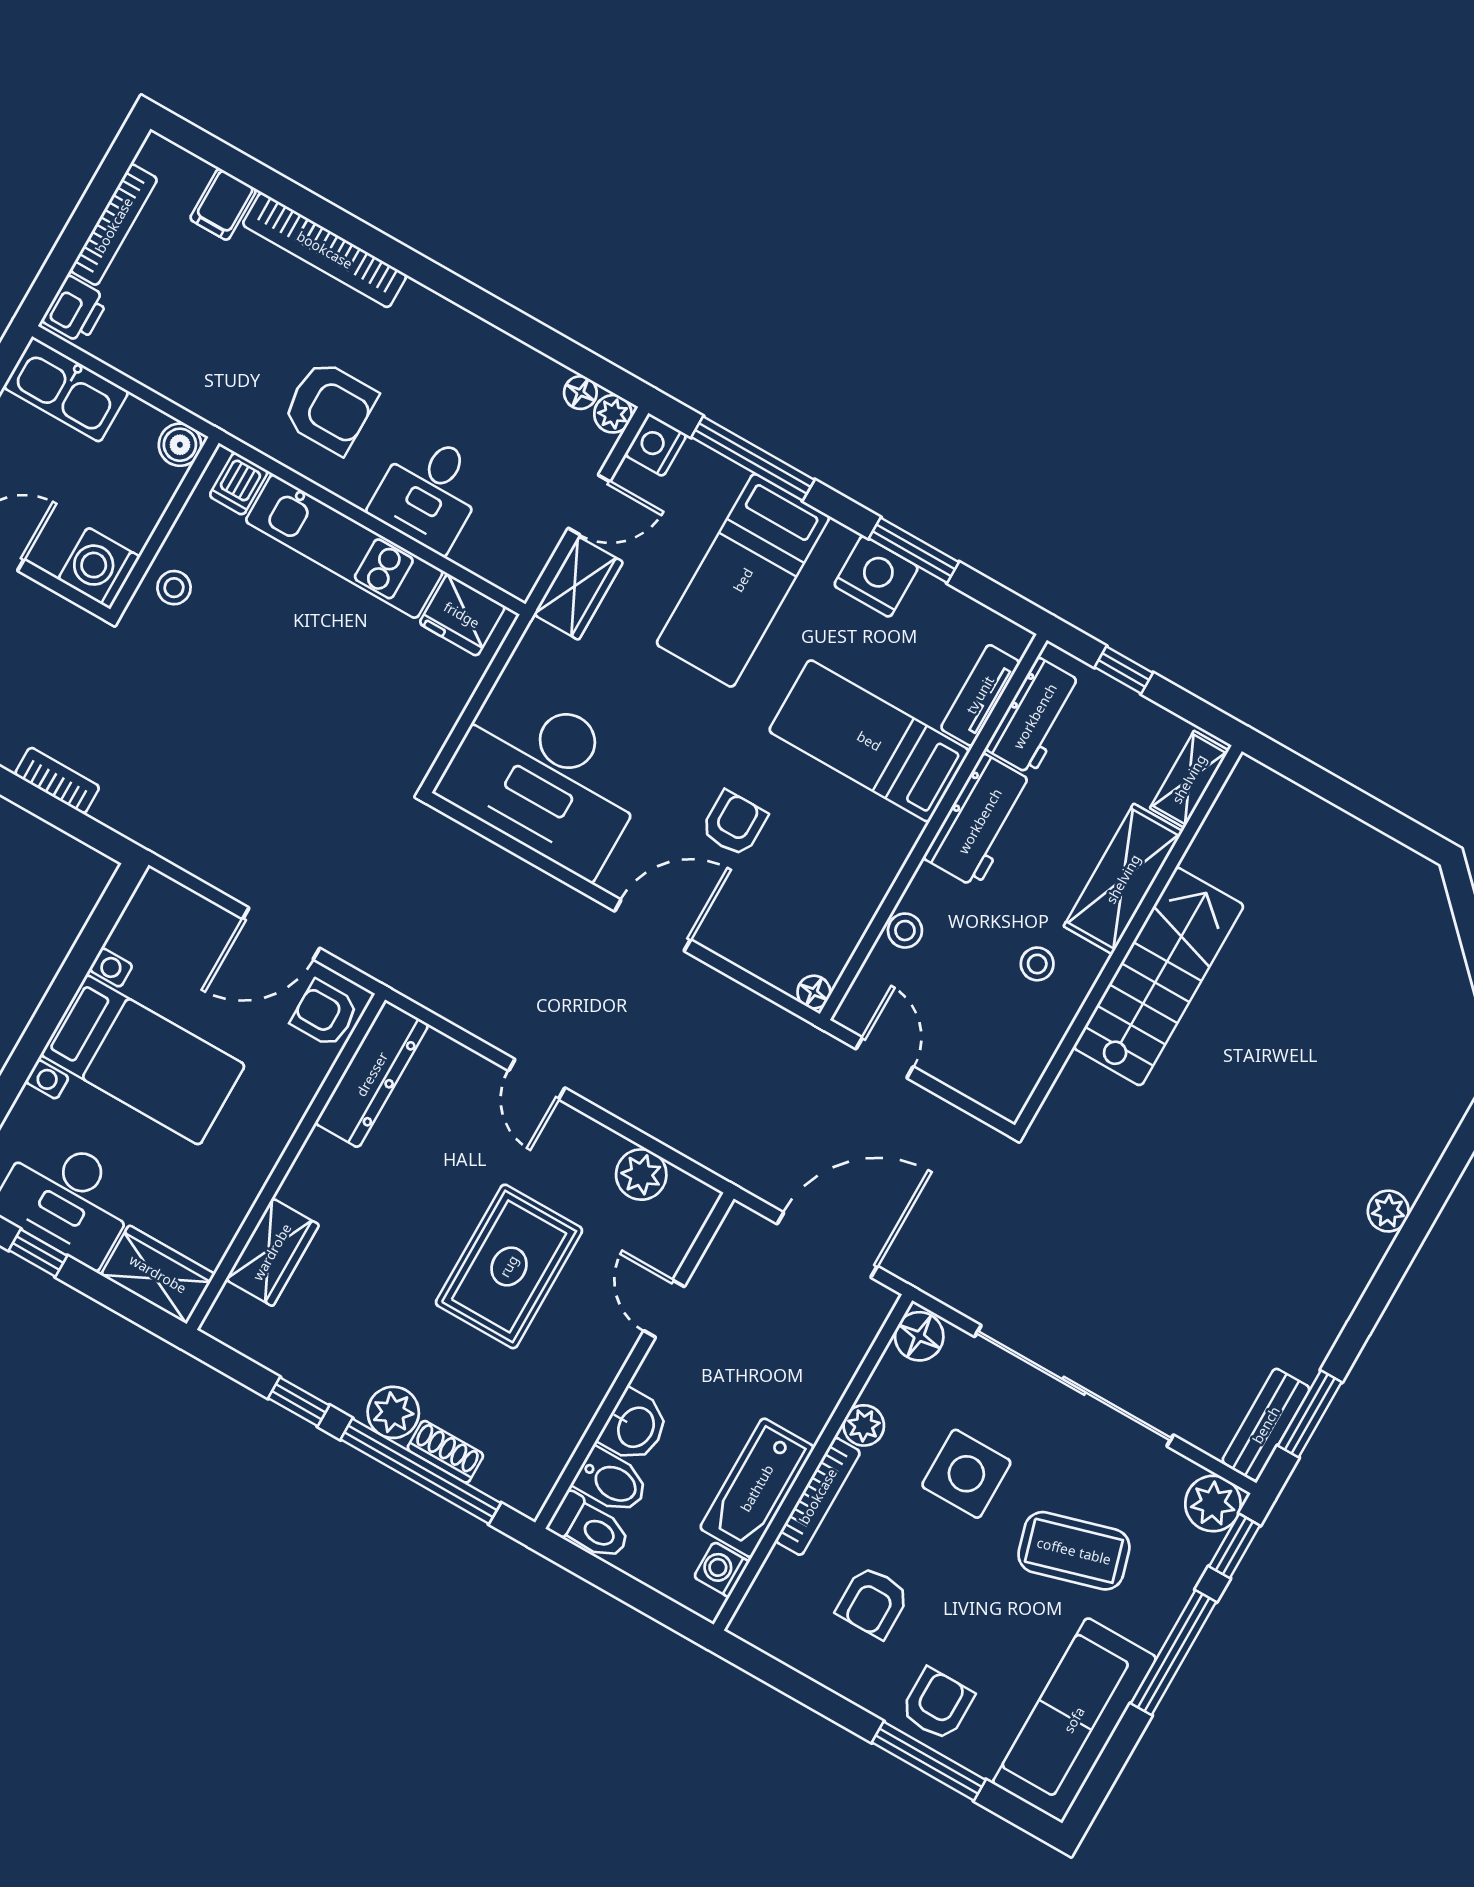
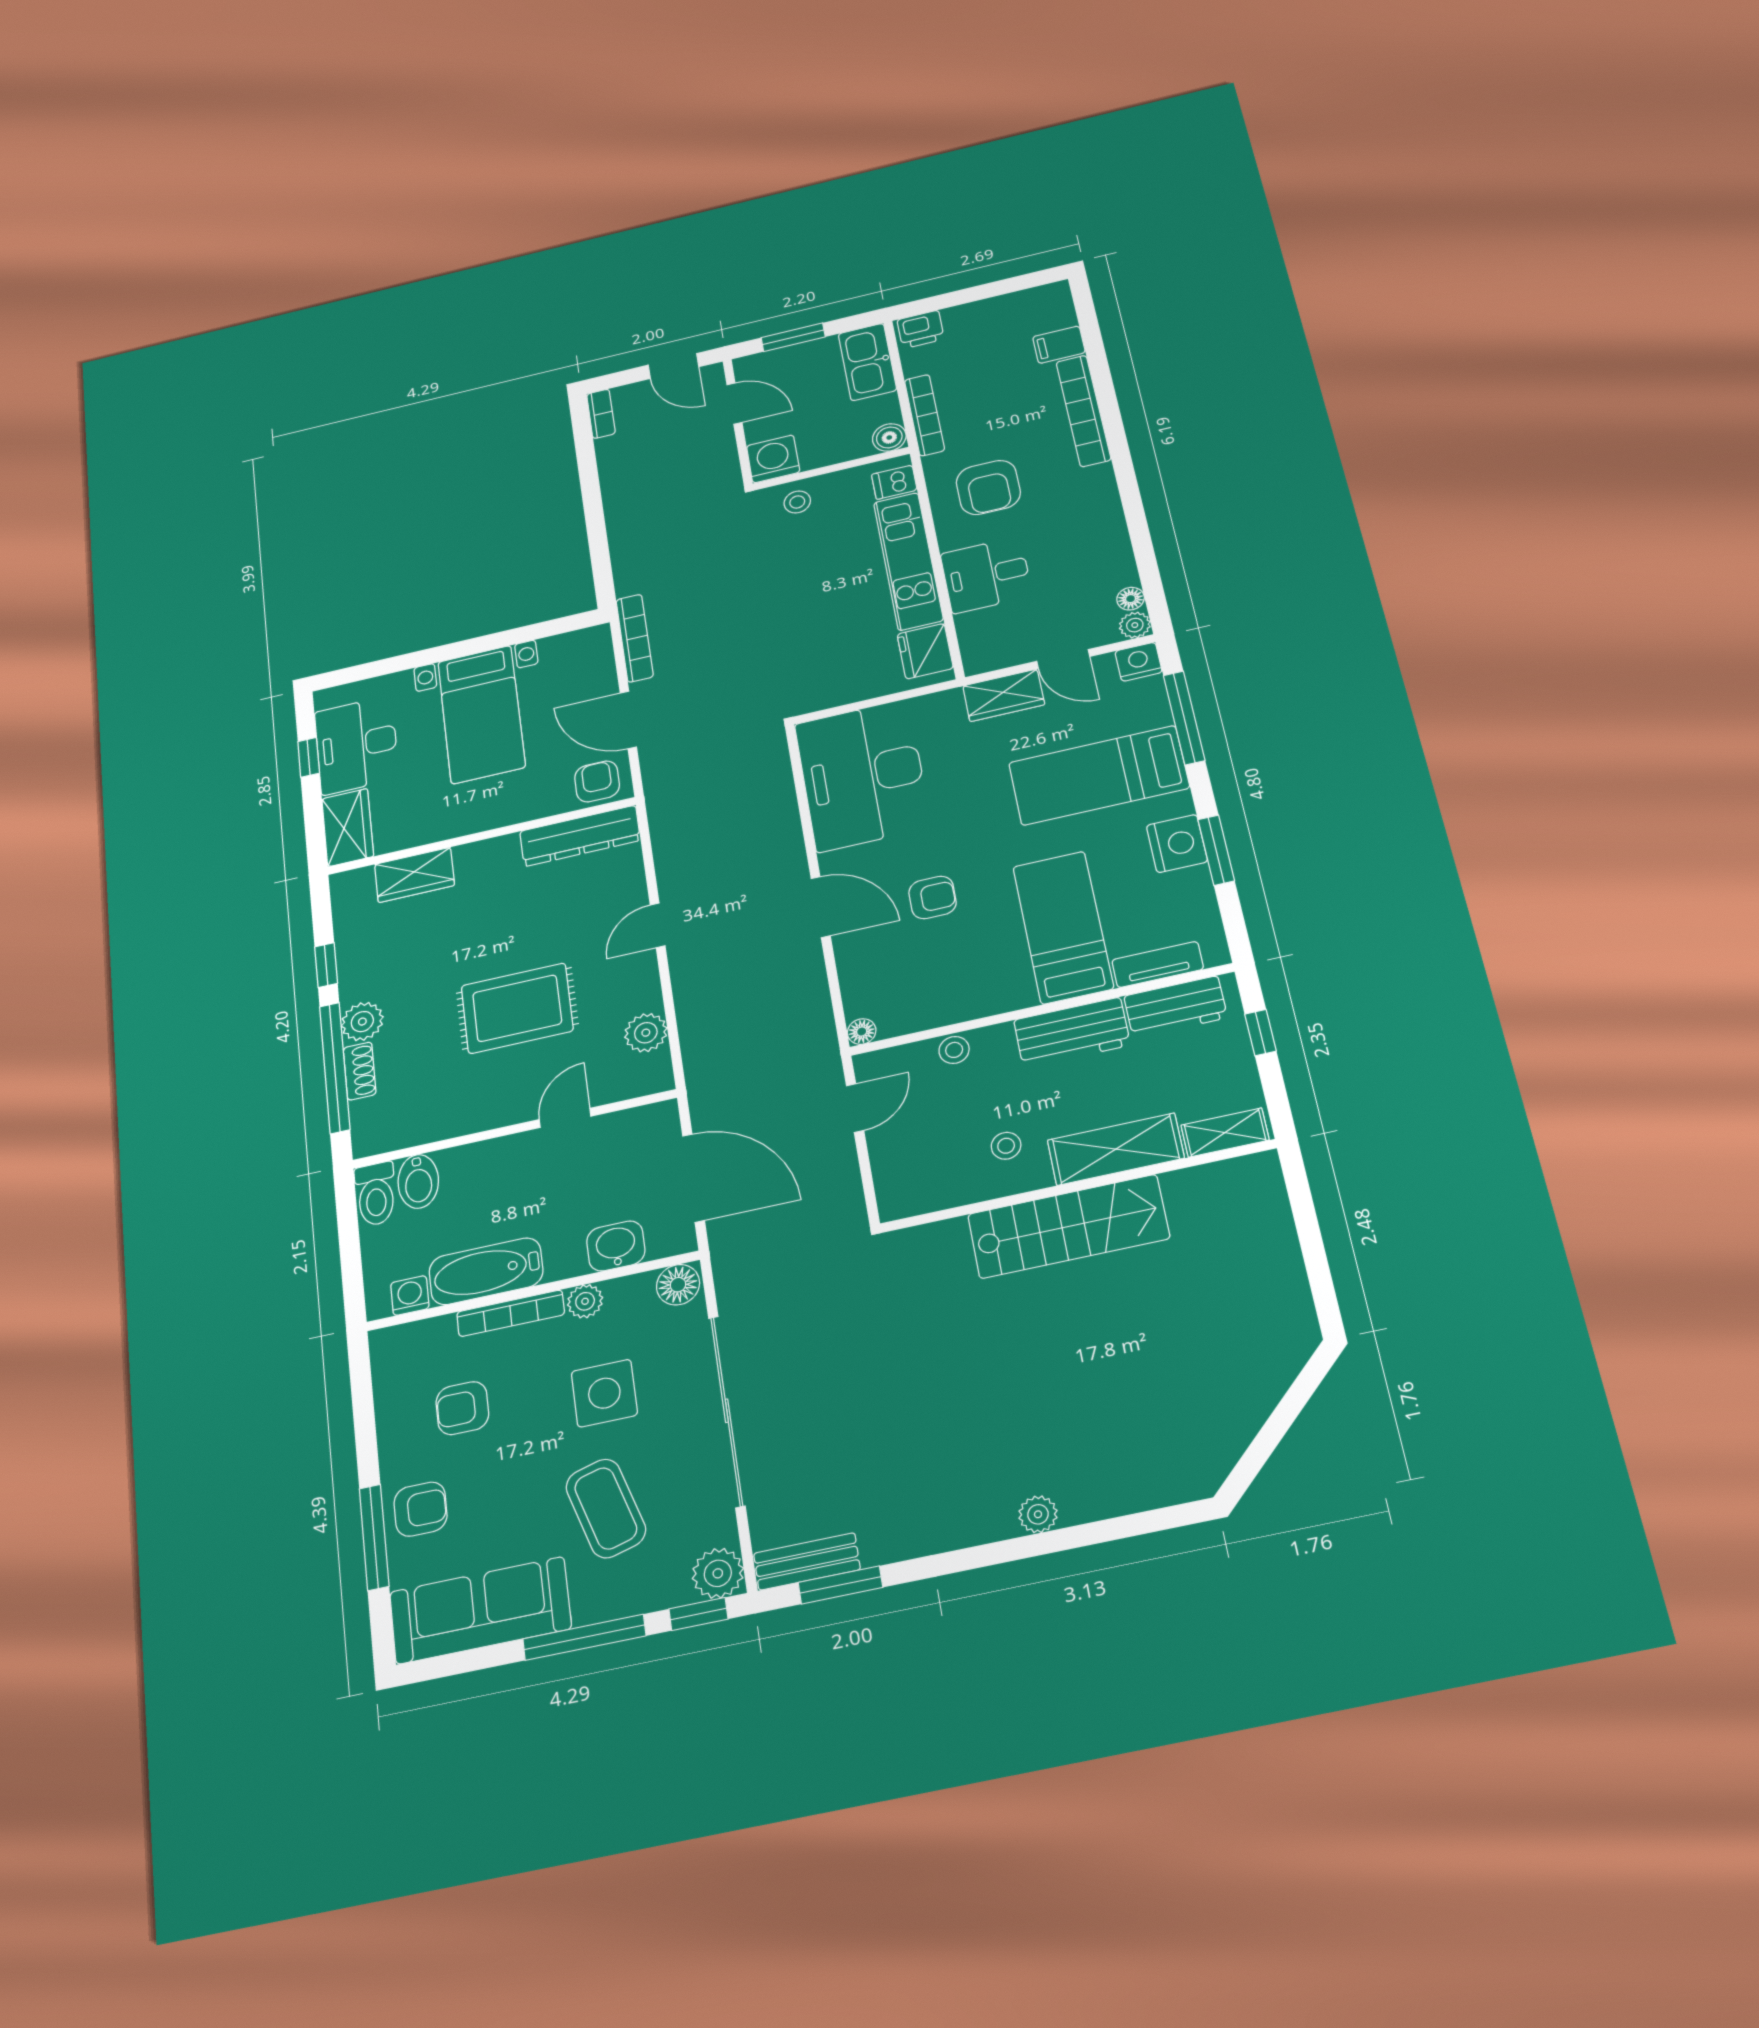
bookcase: (114, 225) -> (925, 415), moved, turned -90
bookcase: (57, 781) -> (635, 638), moved, width x1.56
washbasin: (635, 1426) -> (616, 1246), moved, turned 180

